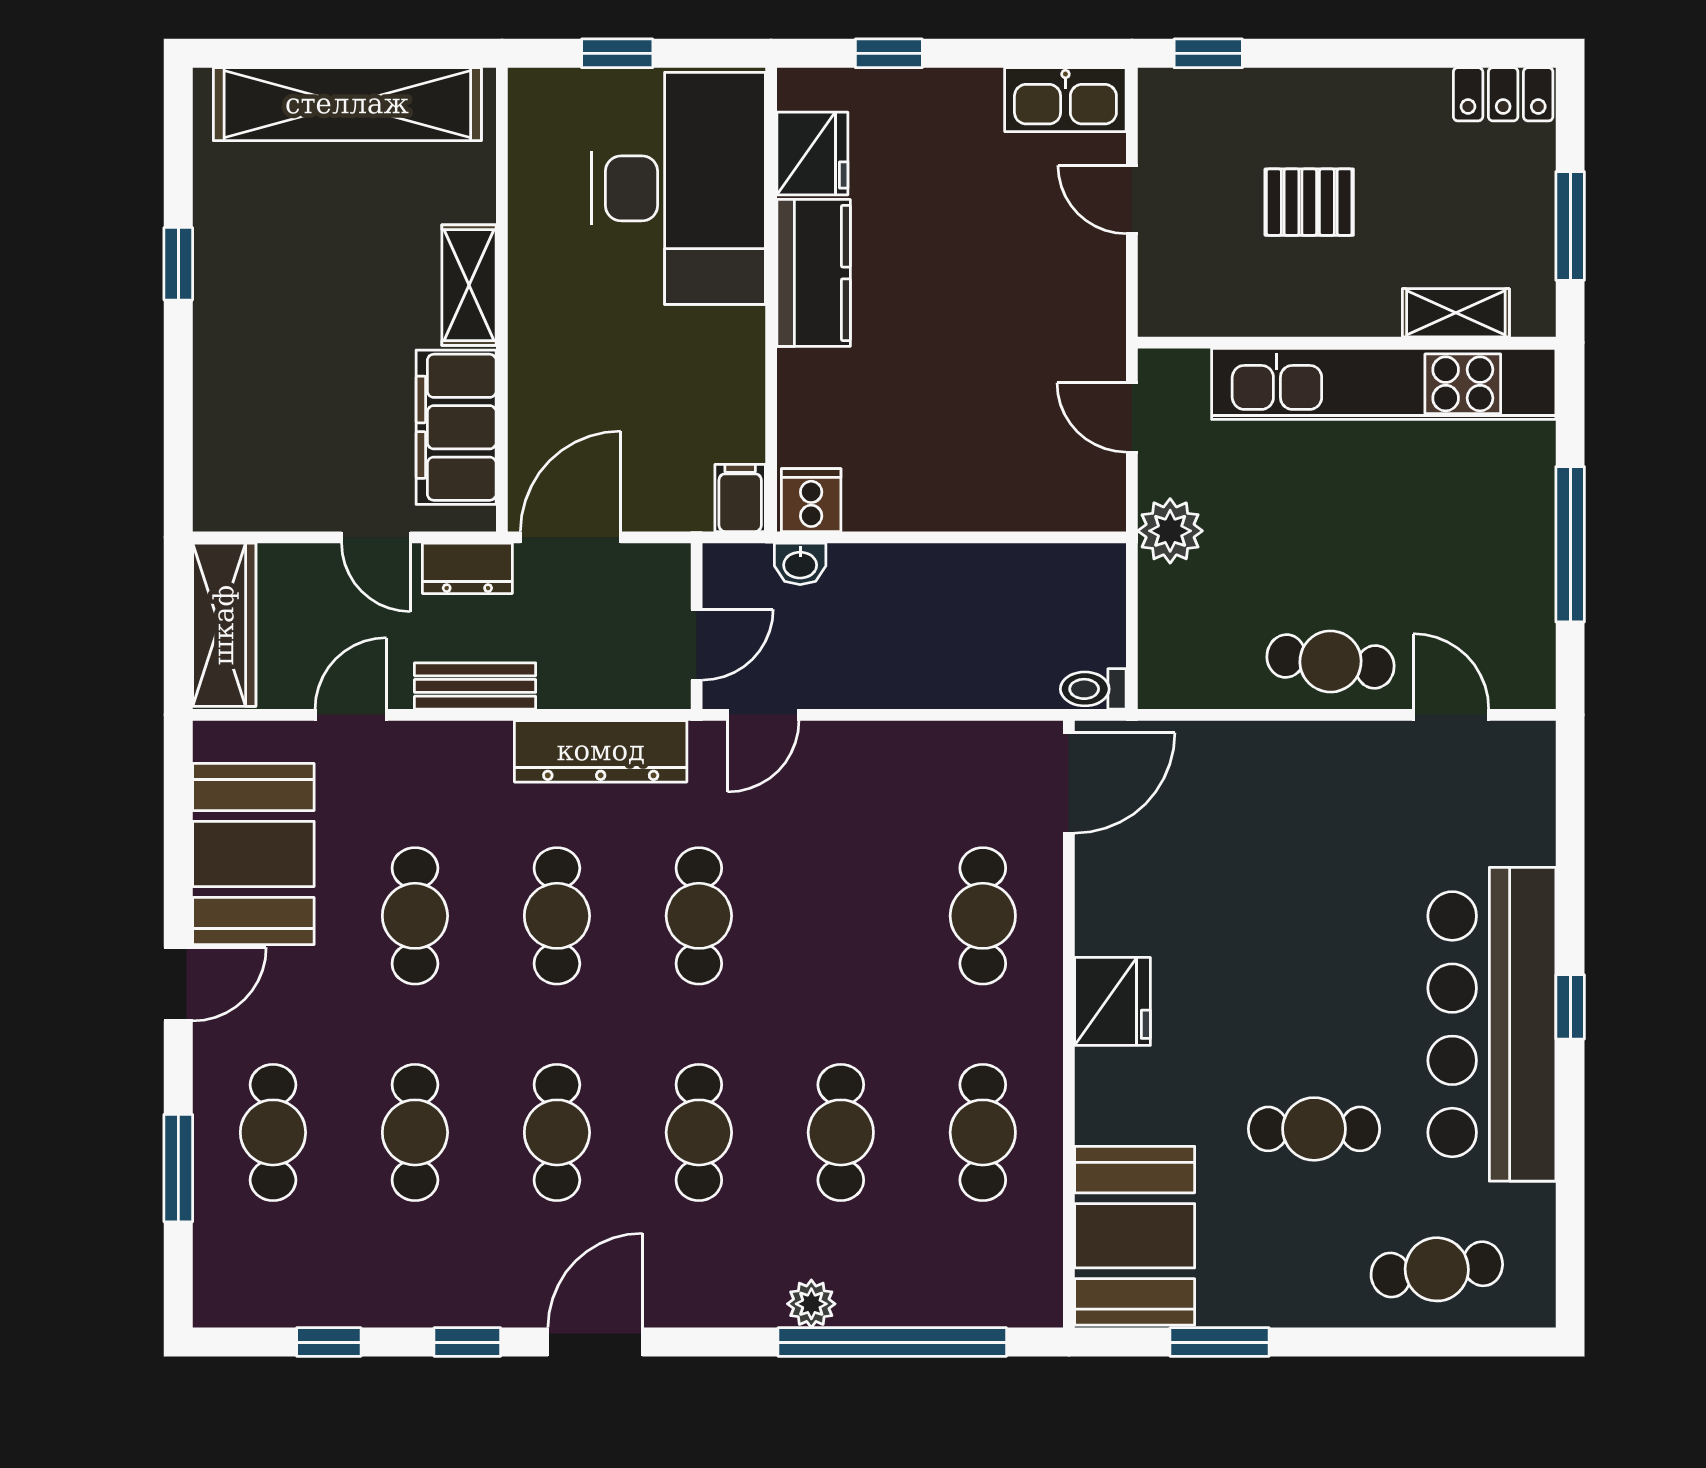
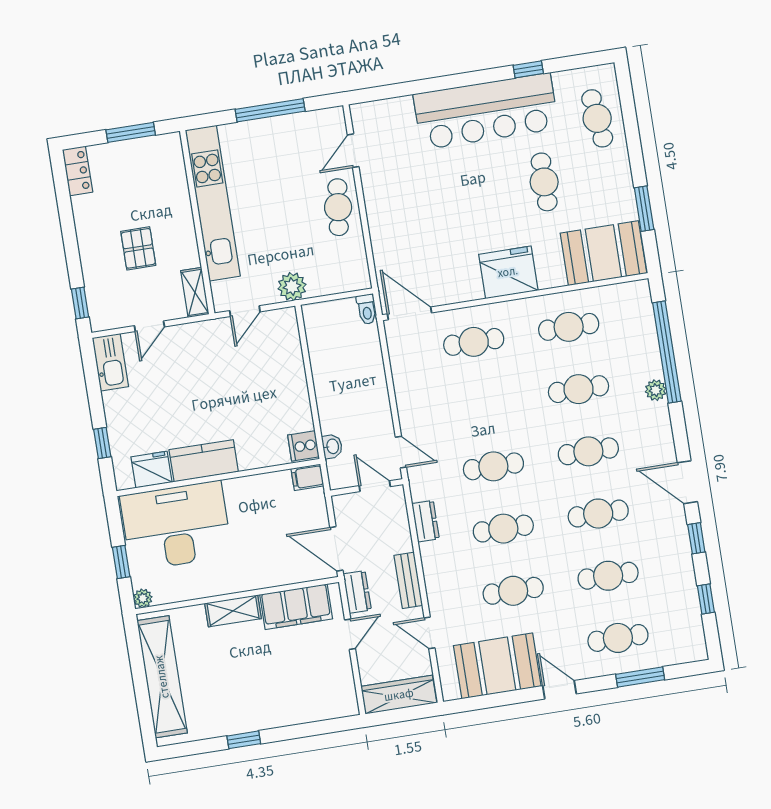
plant: (529, 89) -> (143, 598), added
shelving: (1456, 313) -> (195, 292), moved
dresser: (601, 751) -> (425, 521), width x0.51, depth x0.80
fridge: (1113, 1001) -> (508, 272), width x1.36, depth x1.34
window: (1570, 1007) -> (528, 69), moved

